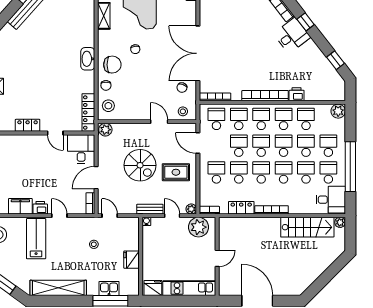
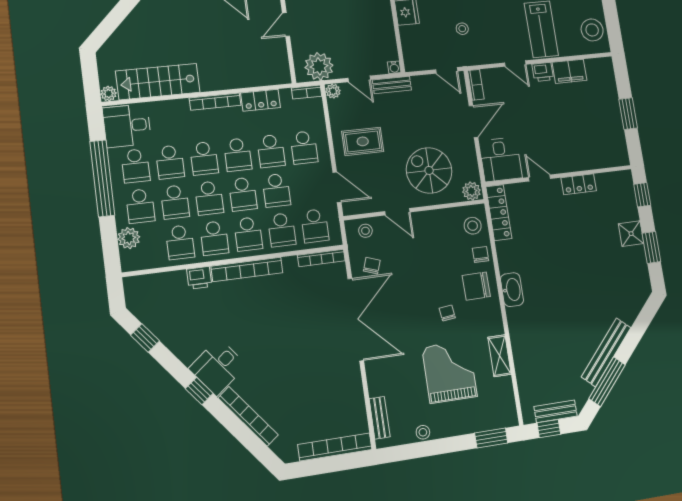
plant: (338, 111) -> (129, 238), moved
spiral stairs: (140, 165) -> (429, 170), moved

